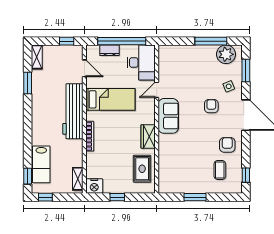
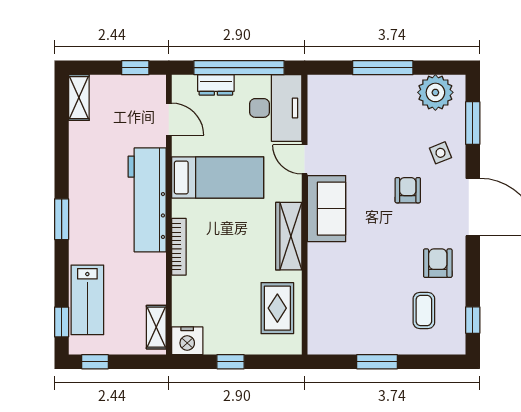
window: (211, 41) -> (383, 68), moved
window: (28, 83) -> (62, 219), moved
door: (157, 90) -> (305, 159), hinge flipped
wardrobe: (148, 137) -> (289, 236), width x1.50

